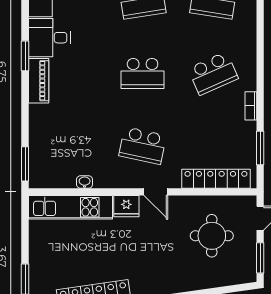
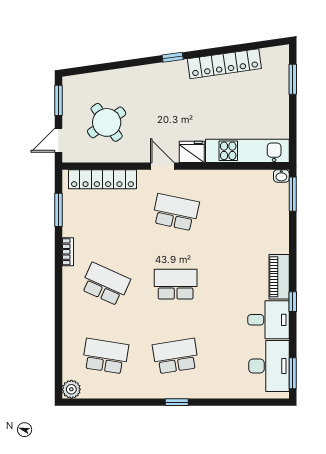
window: (25, 56) -> (293, 302), width x0.67
school desk: (213, 73) -> (105, 284), turned 48
washbasin: (85, 182) -> (281, 176), moved
round table: (212, 236) -> (107, 122), turned -36

